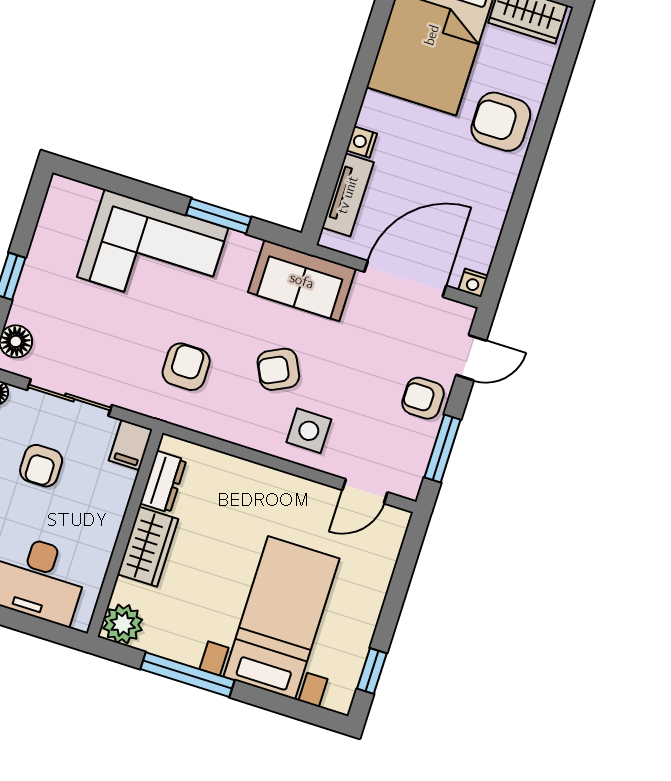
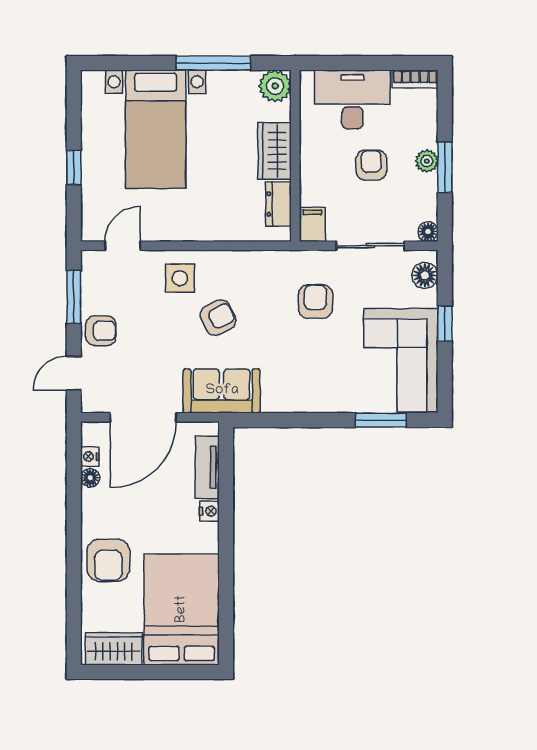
armchair: (501, 122) -> (108, 560), turned 90
window: (219, 216) -> (381, 420), moved
floor lamp: (491, 227) -> (90, 478), added
corner sofa: (153, 253) -> (401, 360), moved, turned -90
nightstand: (473, 283) -> (90, 457), moved, turned -90
armchair: (186, 367) -> (315, 301), moved, turned 180
armchair: (41, 466) -> (371, 165), moved
window: (372, 671) -> (74, 167), moved

